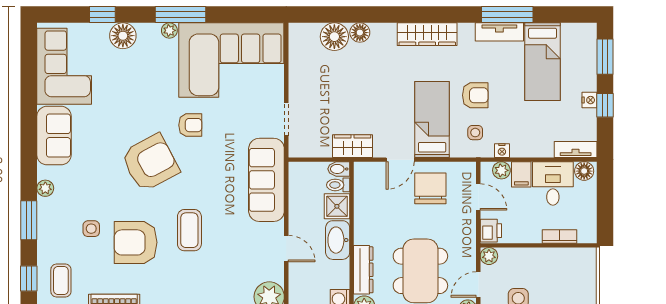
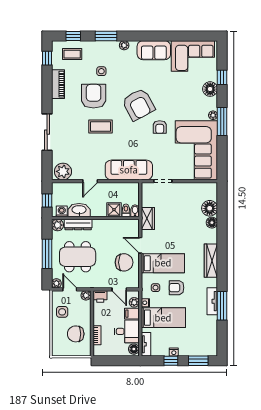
bed: (543, 62) -> (163, 318), moved, turned 180
armchair: (475, 95) -> (177, 288), turned 90
door: (478, 197) -> (119, 289), hinge flipped
washbasin: (338, 240) -> (79, 210), moved
chair: (557, 274) -> (76, 334), added

